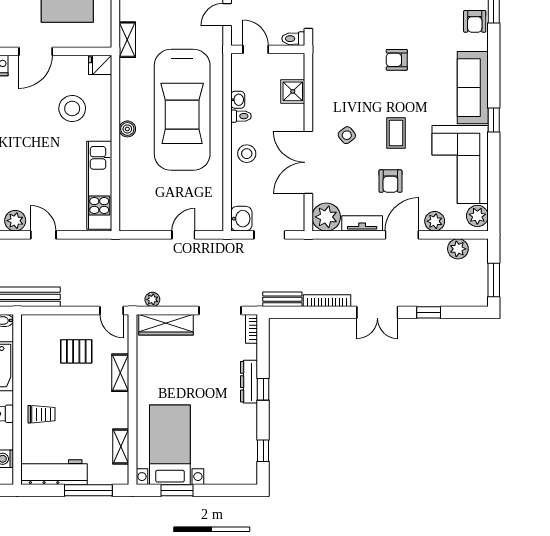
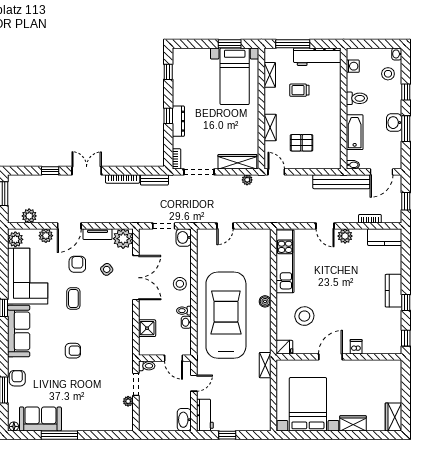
side table: (347, 135) -> (107, 269), moved
trolley: (41, 414) -> (299, 90), moved

